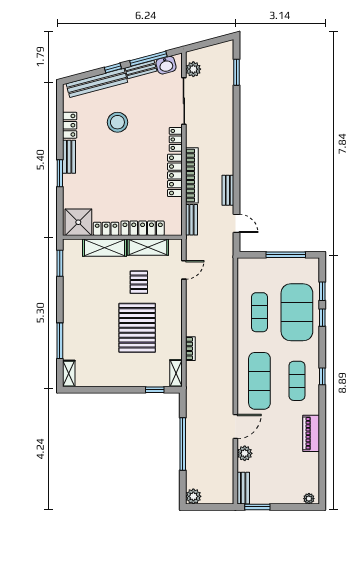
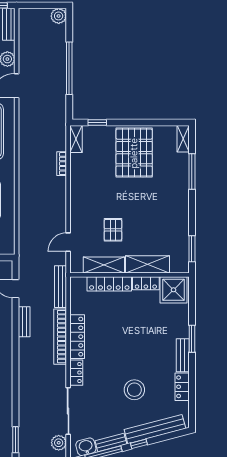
bench: (191, 220) -> (60, 287), width x1.36
pallet: (137, 328) -> (134, 153), moved

